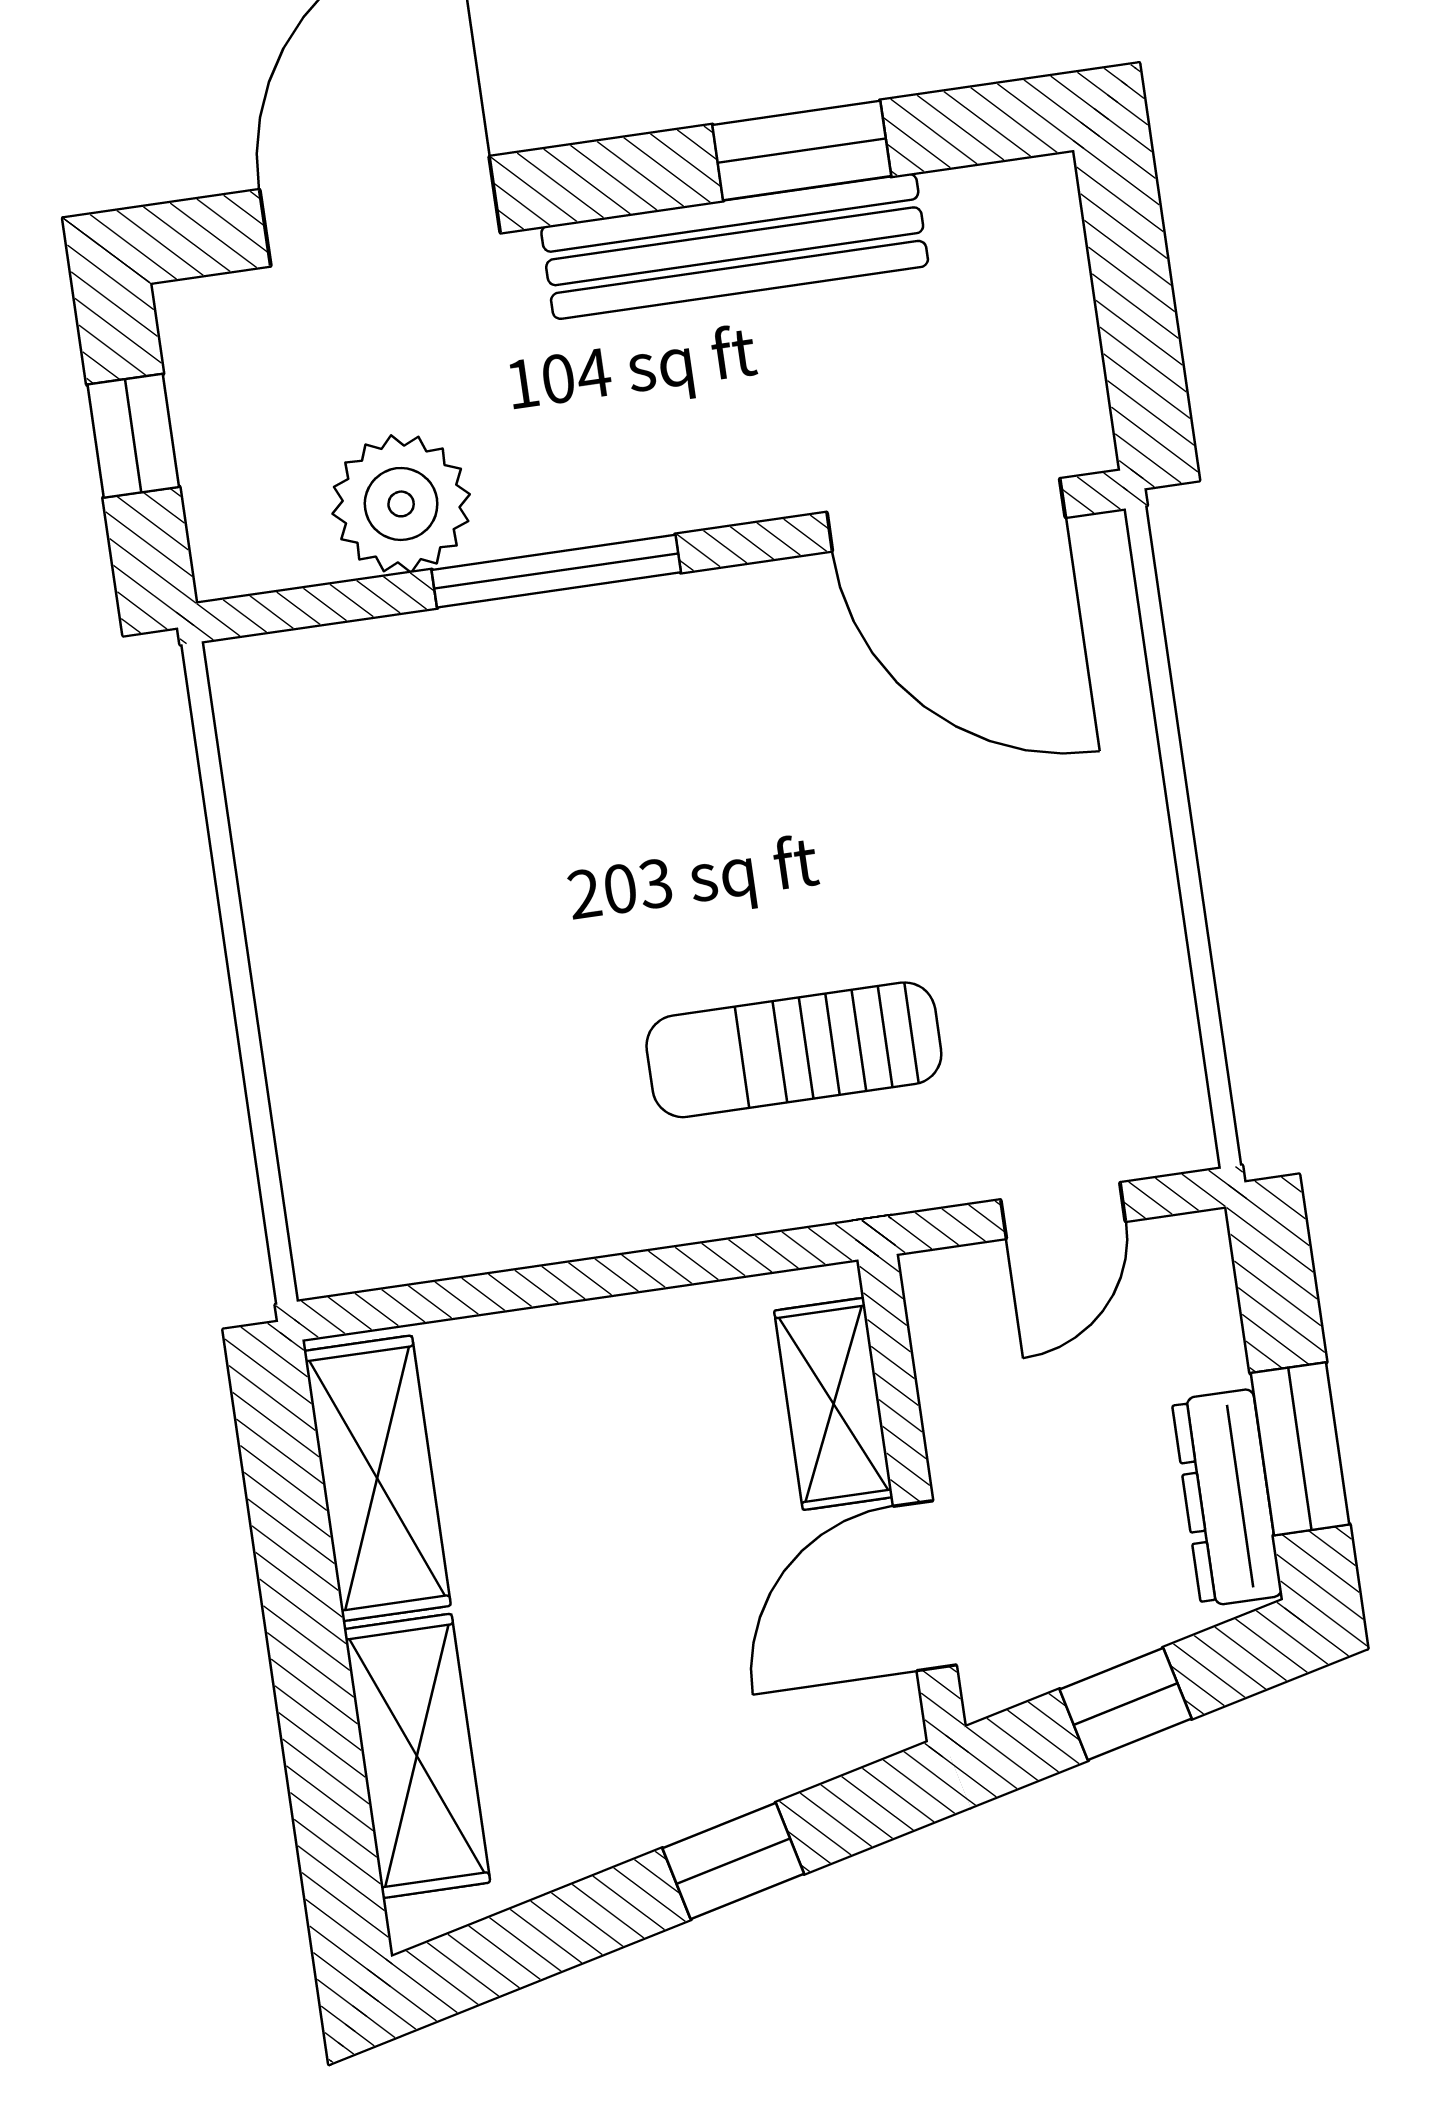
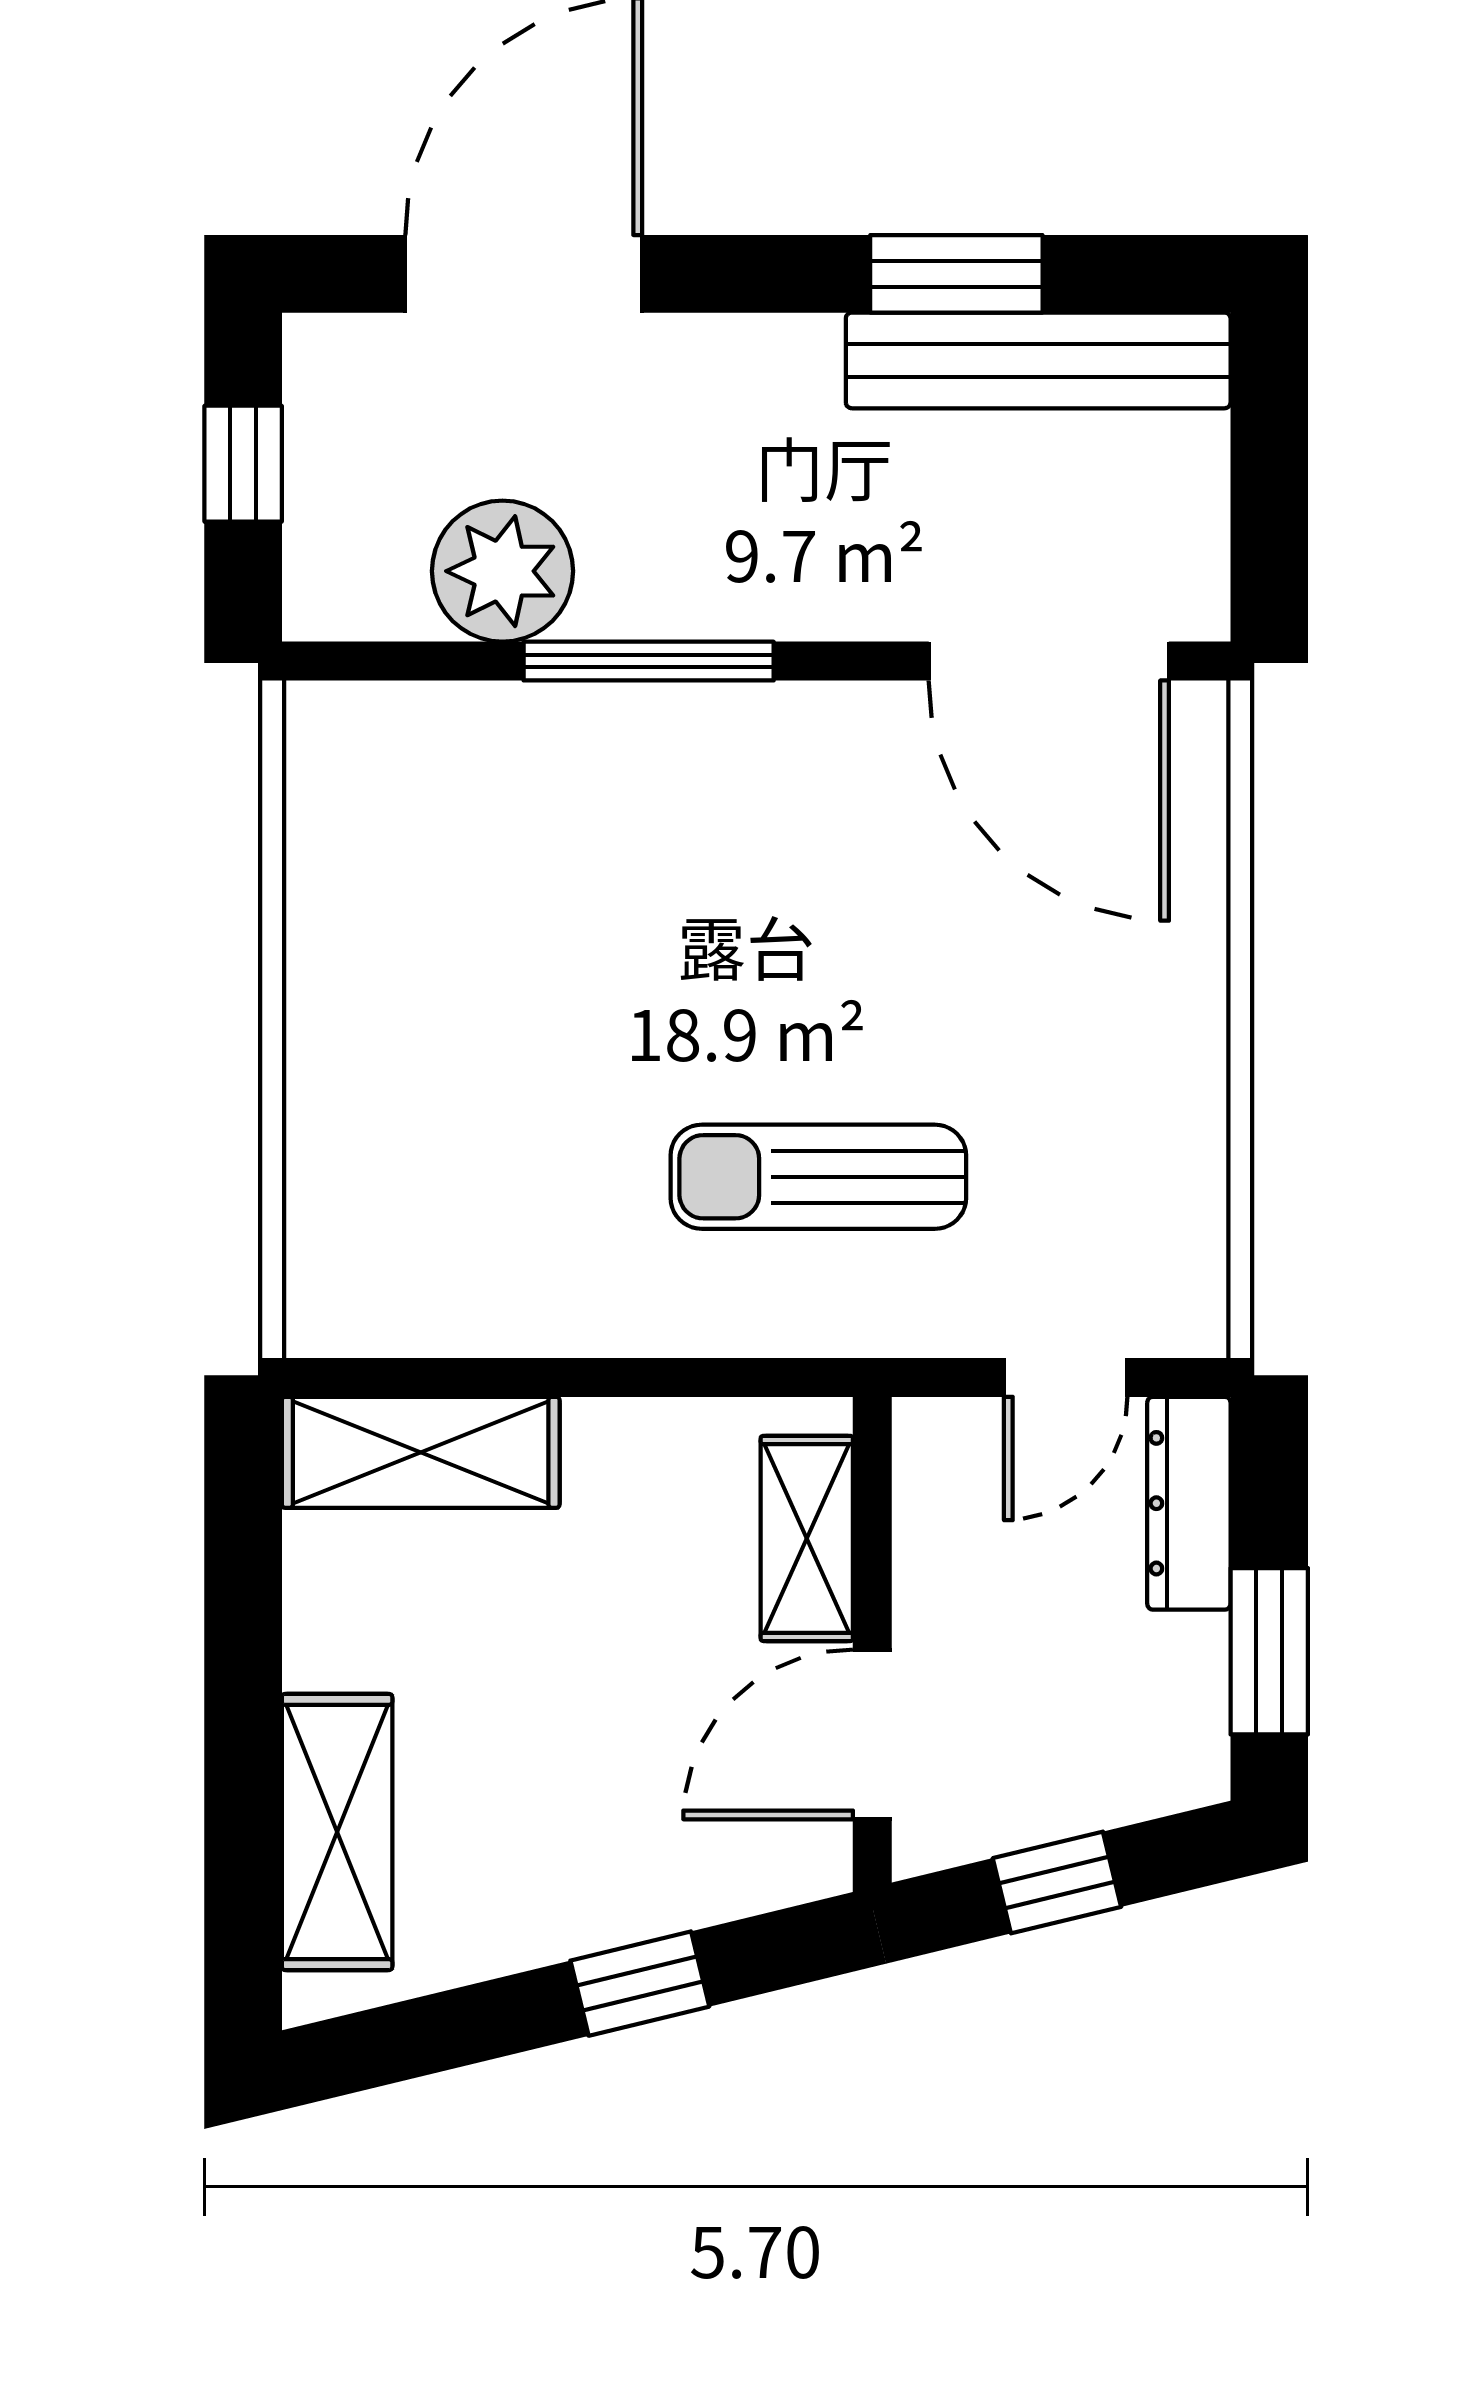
bench: (735, 246) -> (1038, 360), moved
shelving: (377, 1478) -> (421, 1452), moved, turned 90
dresser: (1227, 1498) -> (1189, 1503), moved

